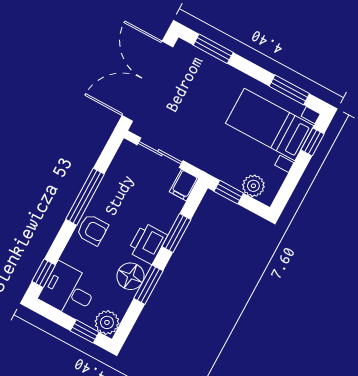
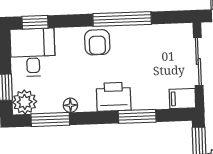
floor lamp: (130, 276) -> (70, 105), width x0.53, depth x0.53
window: (148, 285) -> (50, 120), moved

